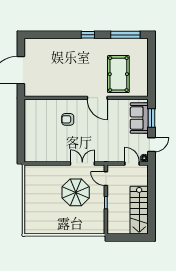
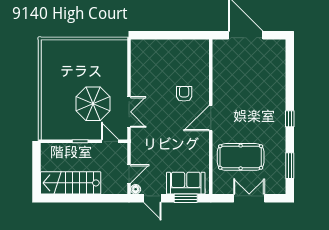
window: (125, 35) -> (290, 166), width x0.69
double door: (151, 67) -> (249, 198), added
door: (97, 98) -> (211, 118), moved
door: (106, 179) -> (110, 141), hinge flipped

